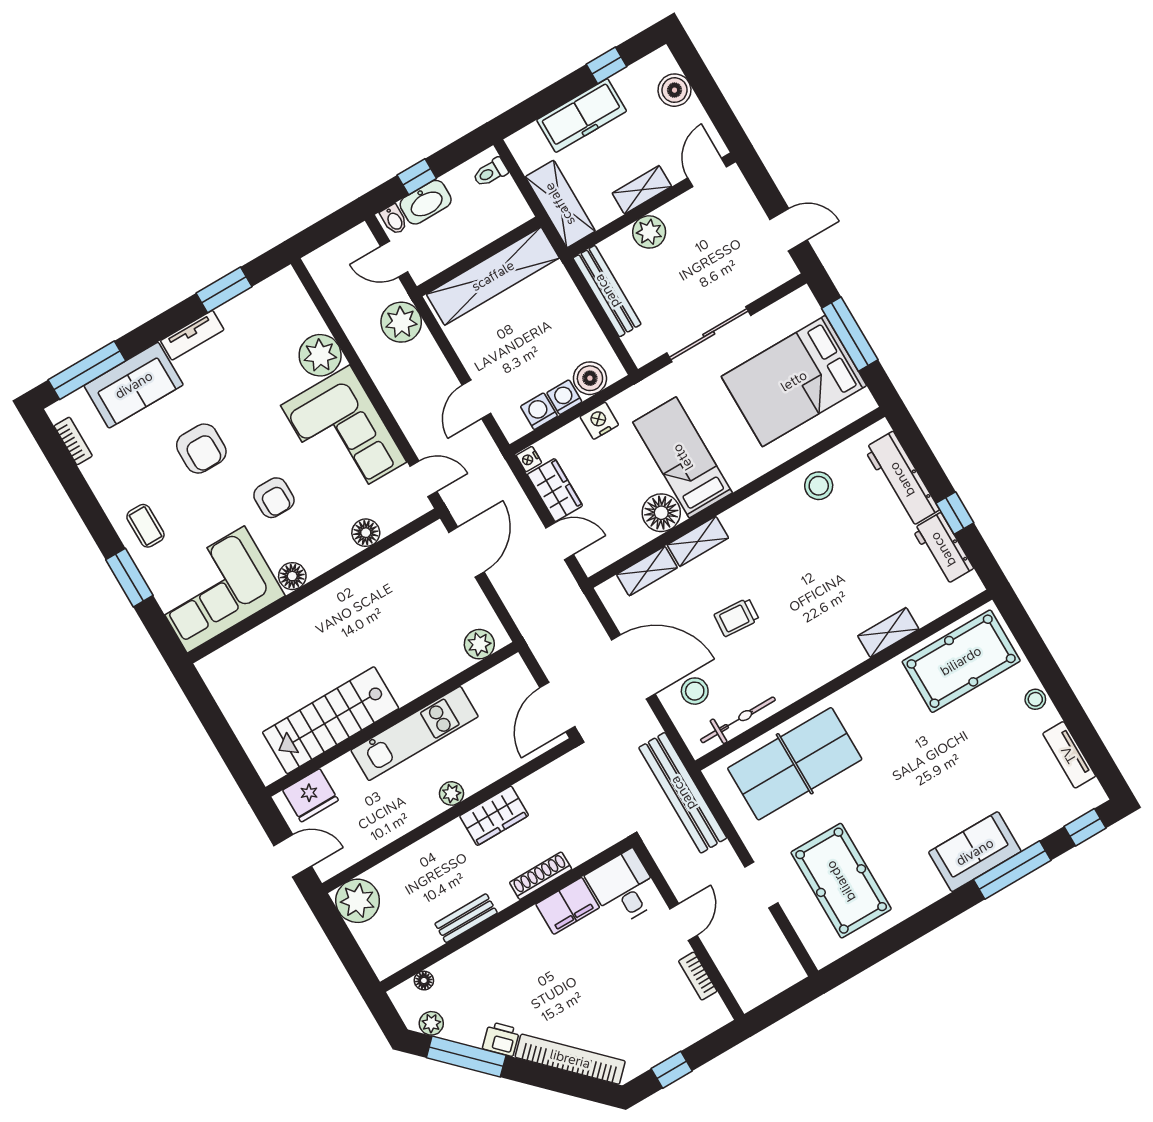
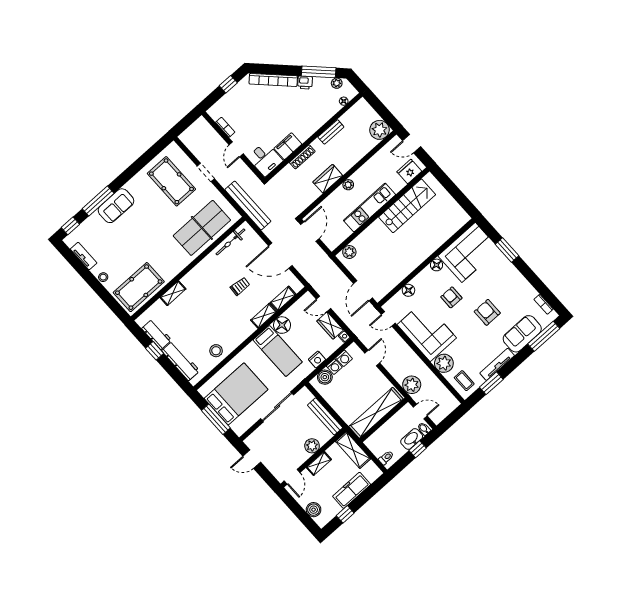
tv unit: (192, 335) -> (497, 364), width x1.41
coffee table: (145, 526) -> (464, 381), moved
stool: (695, 691) -> (252, 251), removed

